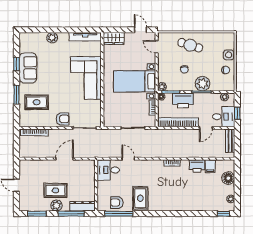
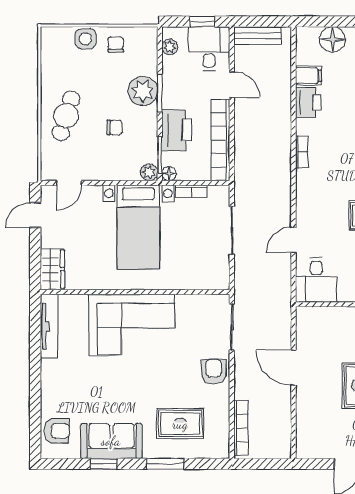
plant: (52, 38) -> (51, 392), removed
armchair: (33, 41) -> (57, 431), added
rug: (37, 102) -> (180, 424), turned 90

